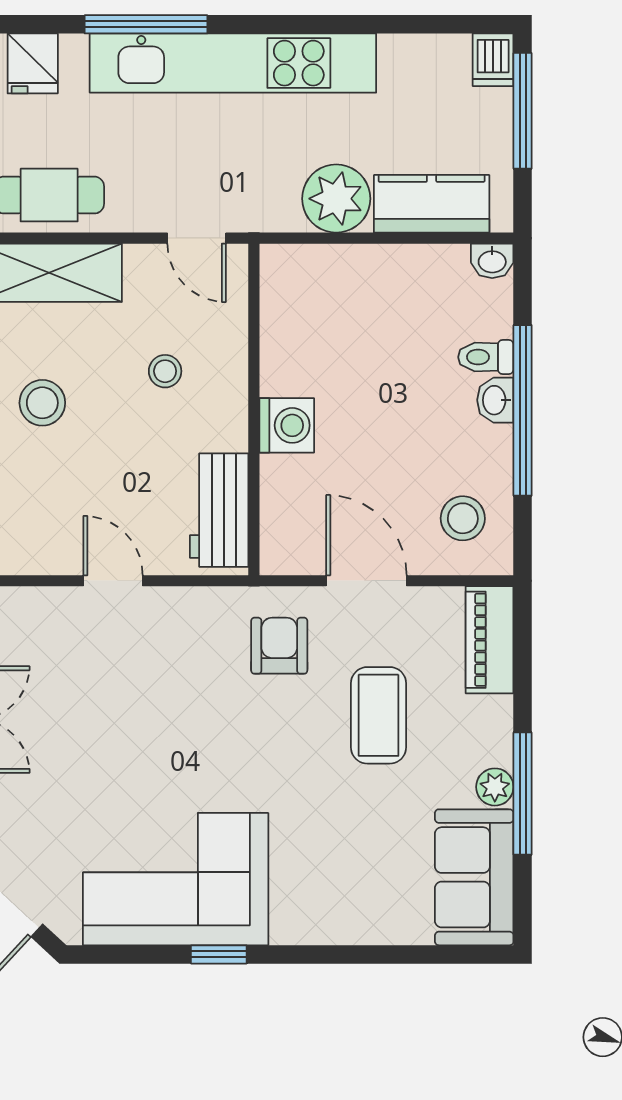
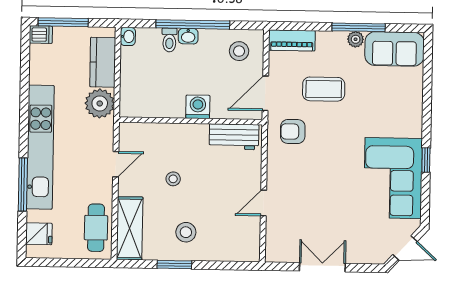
wall: (254, 409) -> (191, 121), moved
washing machine: (287, 425) -> (198, 107), moved
workbench: (219, 510) -> (234, 137), moved

